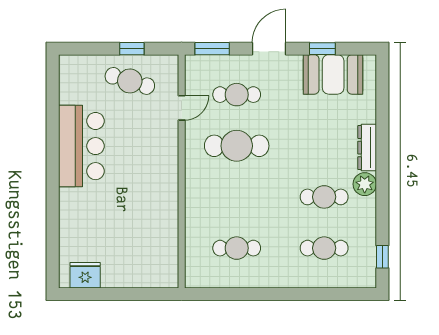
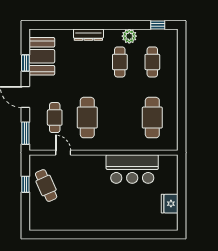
cafe table: (130, 81) -> (46, 185), turned -41
bar counter: (81, 146) -> (132, 169), moved, turned 180
plant: (365, 184) -> (129, 36), moved
cafe table: (237, 248) -> (152, 118), width x1.37, depth x1.35
fridge: (85, 275) -> (170, 204), moved

